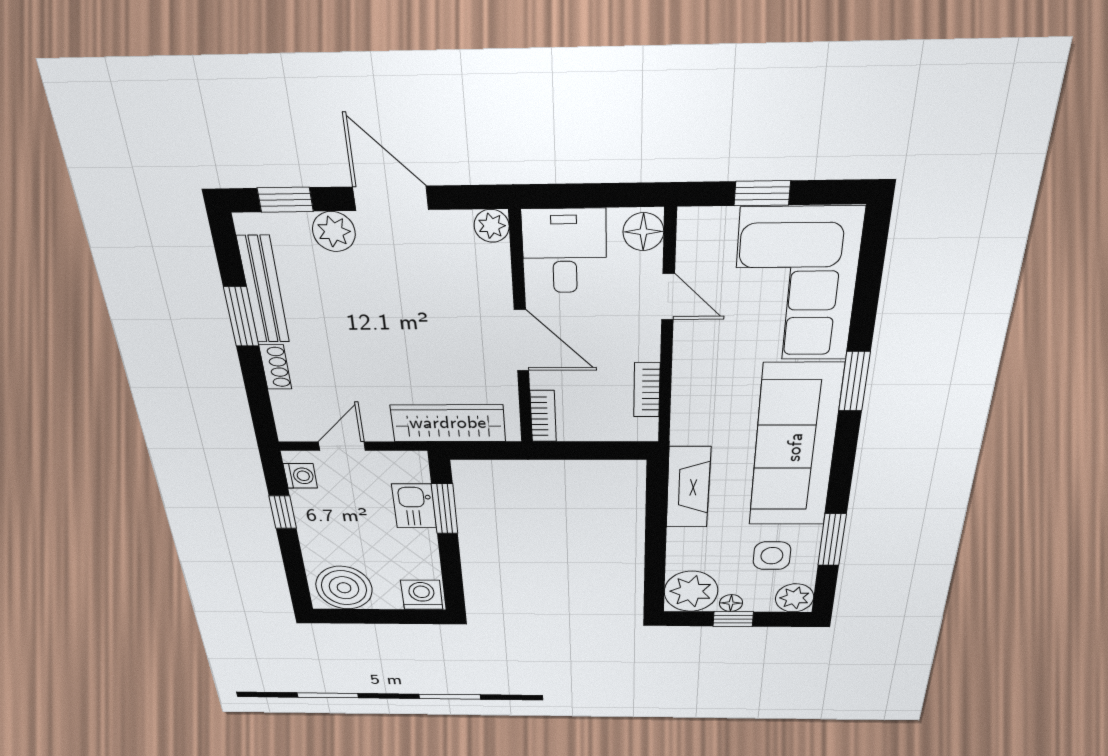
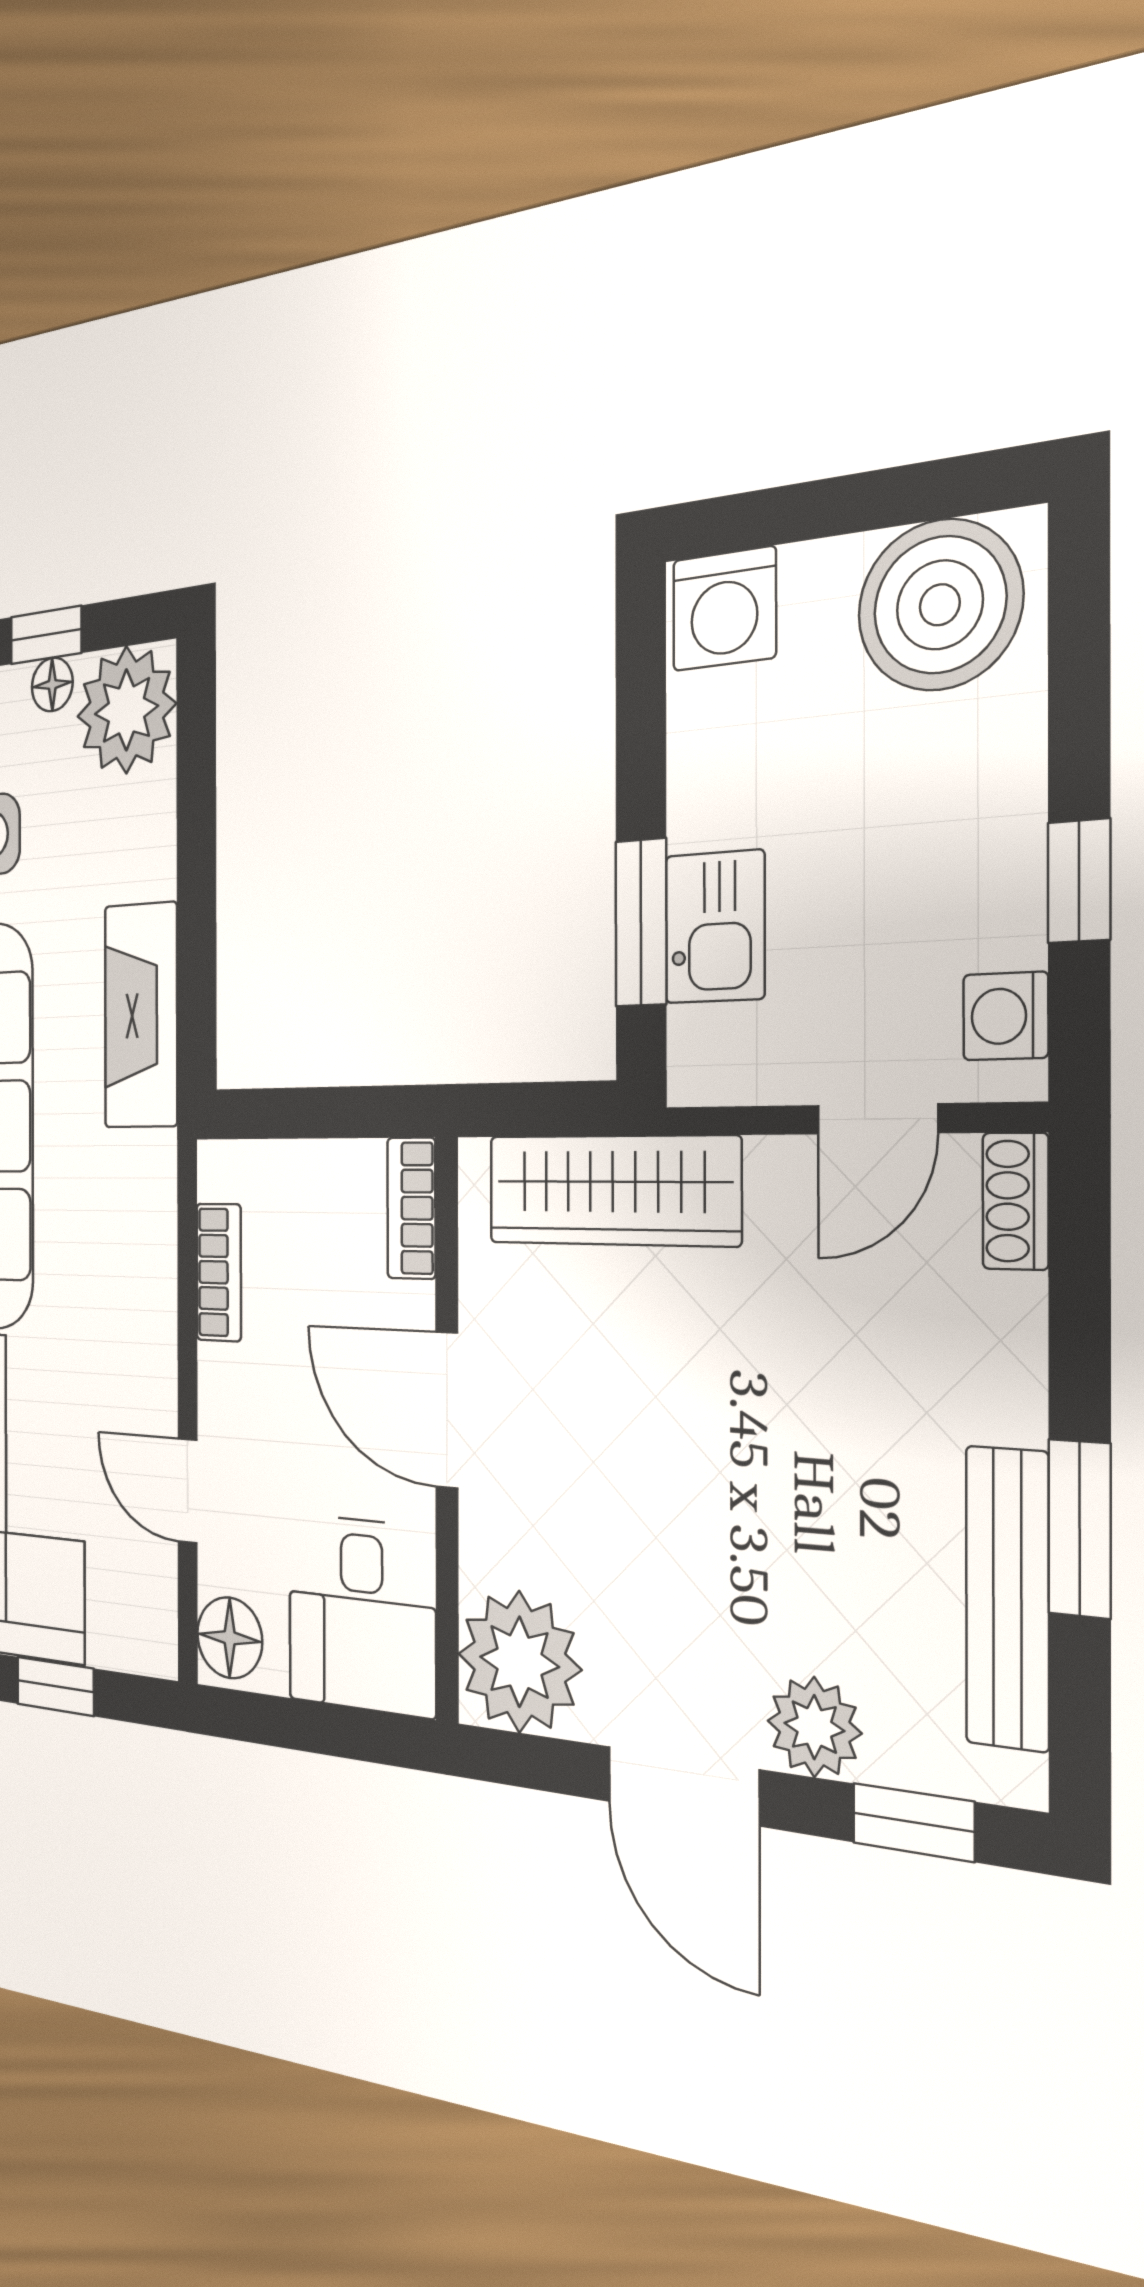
plant: (492, 226) -> (519, 1662), width x1.88, depth x1.88
shoe rack: (275, 367) -> (1015, 1201), moved

